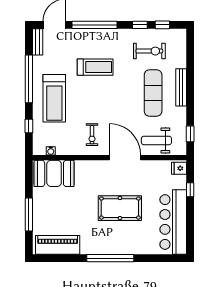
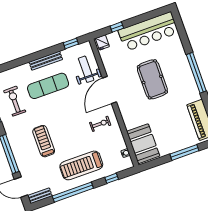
bench: (181, 87) -> (46, 61), moved
treadmill: (54, 98) -> (81, 165), turned 180
weight bench: (156, 140) -> (86, 69), turned 180

